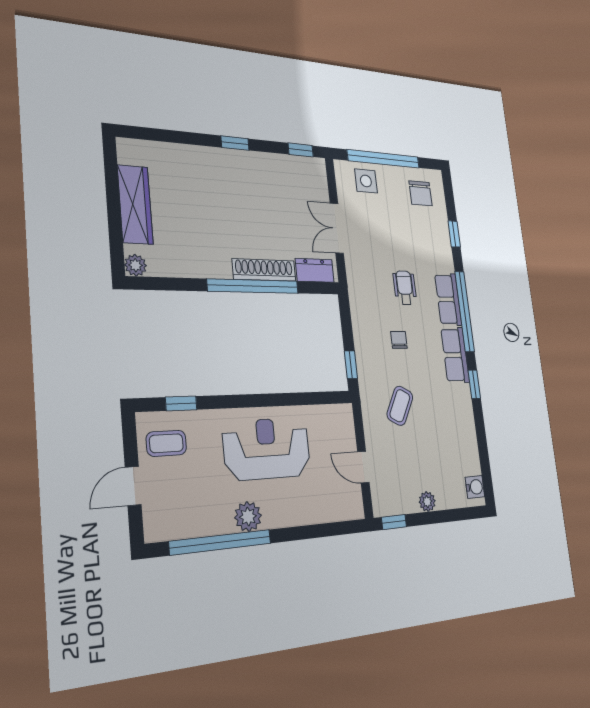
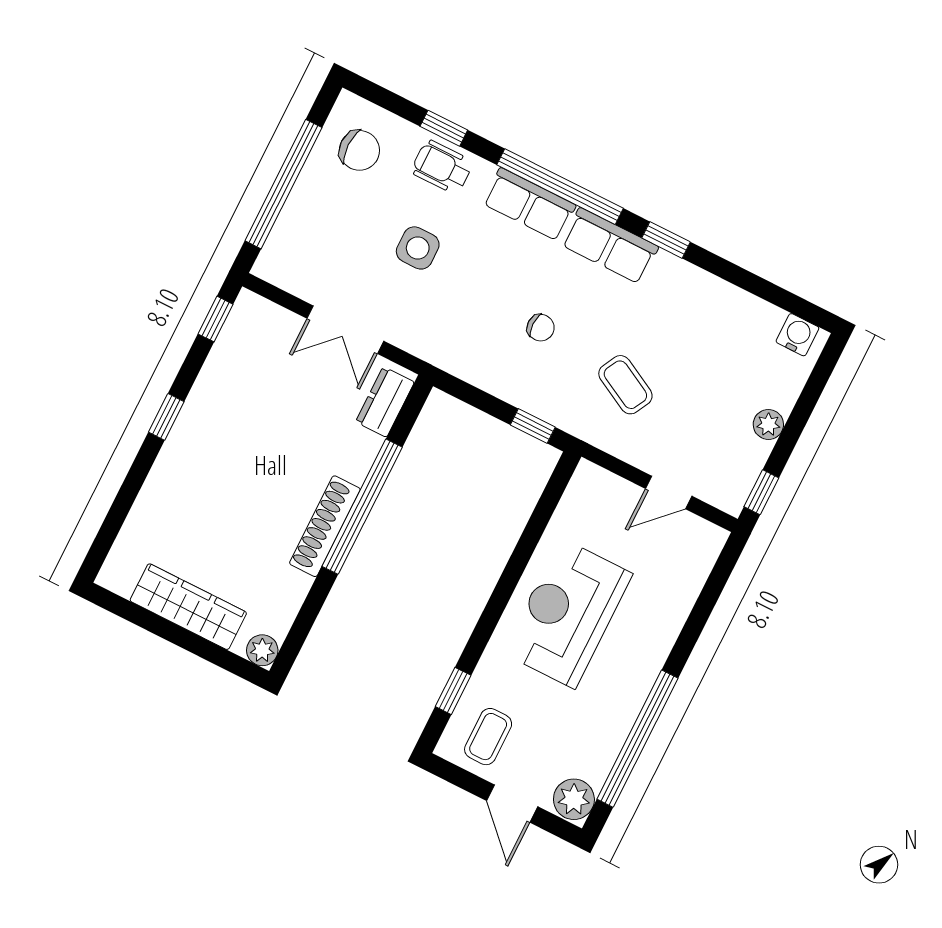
side table: (366, 181) -> (418, 248), moved
shoe rack: (264, 270) -> (325, 526), moved
wheelchair: (405, 288) -> (442, 167), moved
chair: (399, 340) -> (541, 328), turned 180
plant: (248, 517) -> (574, 799), moved

